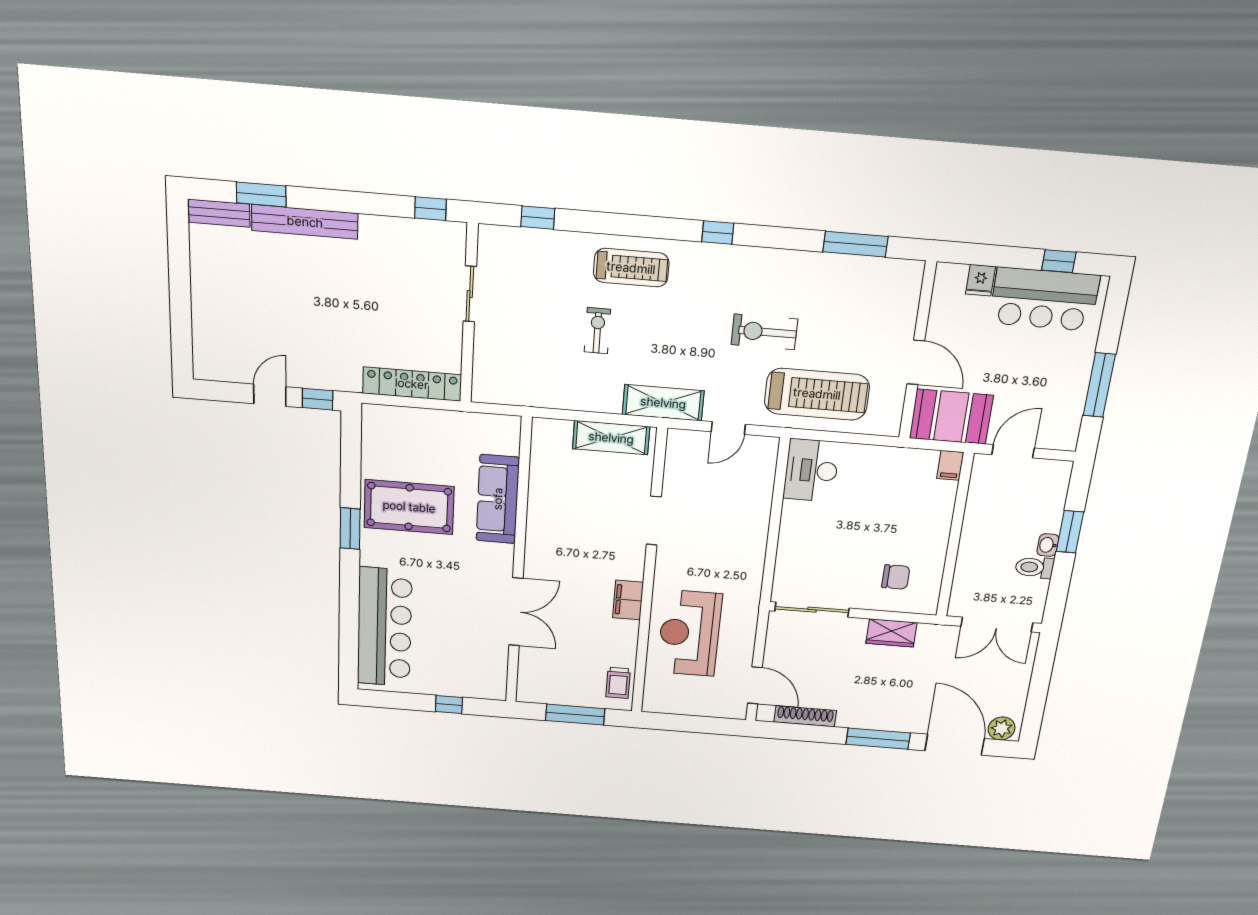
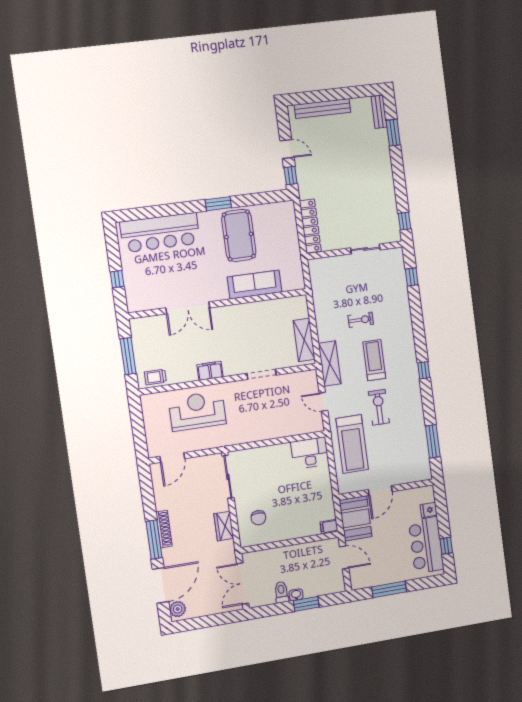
bench: (305, 222) -> (322, 109), moved, turned 90
treadmill: (631, 268) -> (374, 360), moved, turned 180
shoe rack: (805, 716) -> (164, 529), moved

